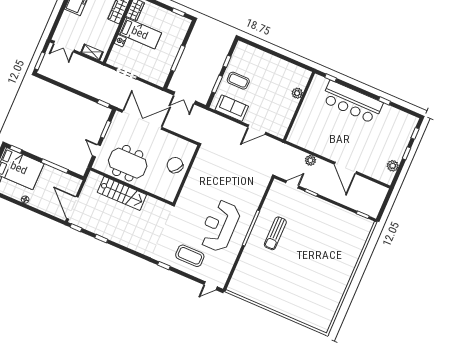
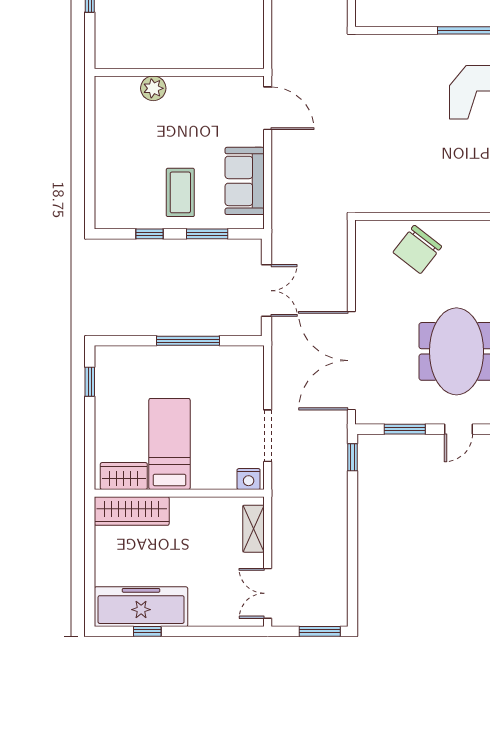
nightstand: (120, 41) -> (249, 479), moved
double door: (64, 47) -> (268, 593), swing flipped
plant: (297, 93) -> (153, 88), moved
wall: (299, 106) -> (179, 72), moved

